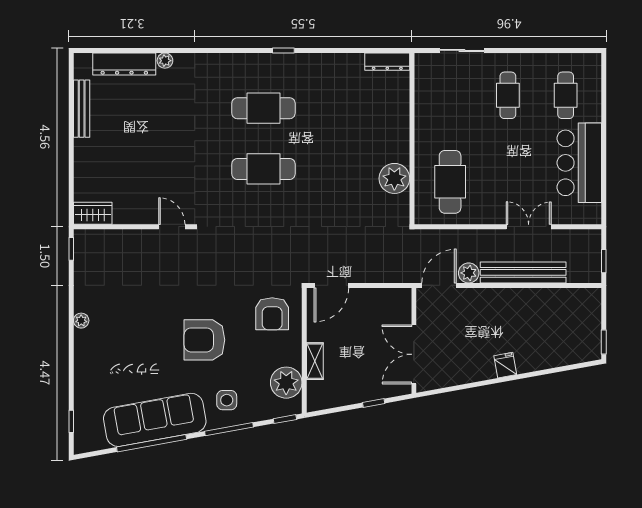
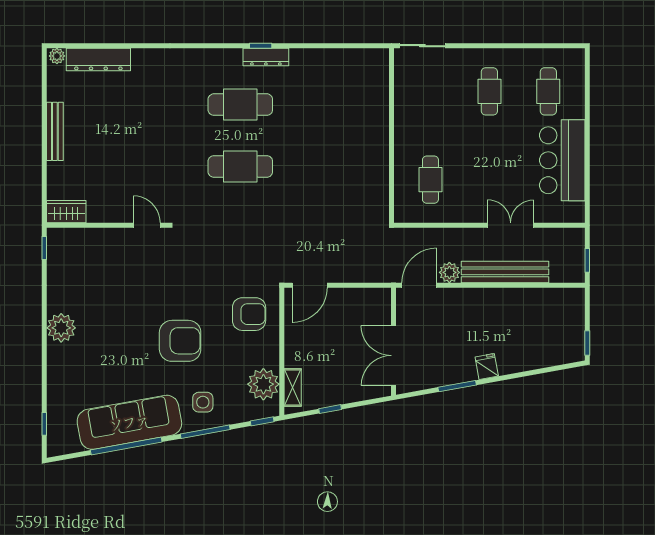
sliding door: (462, 50) -> (422, 46), moved
plant: (165, 61) -> (57, 56), moved
dresser: (387, 62) -> (266, 57), moved
bench: (82, 109) -> (55, 131), moved
plant: (394, 178) -> (374, 176), removed
cafe table: (450, 182) -> (430, 180), width x0.73, depth x0.74
armchair: (272, 314) -> (249, 314), turned -90
plant: (81, 321) -> (61, 328), width x1.88, depth x1.88
armchair: (204, 340) -> (180, 341), turned 180
shelving: (315, 361) -> (293, 388), moved
window: (476, 384) -> (457, 386), added
window: (374, 403) -> (330, 409), moved

